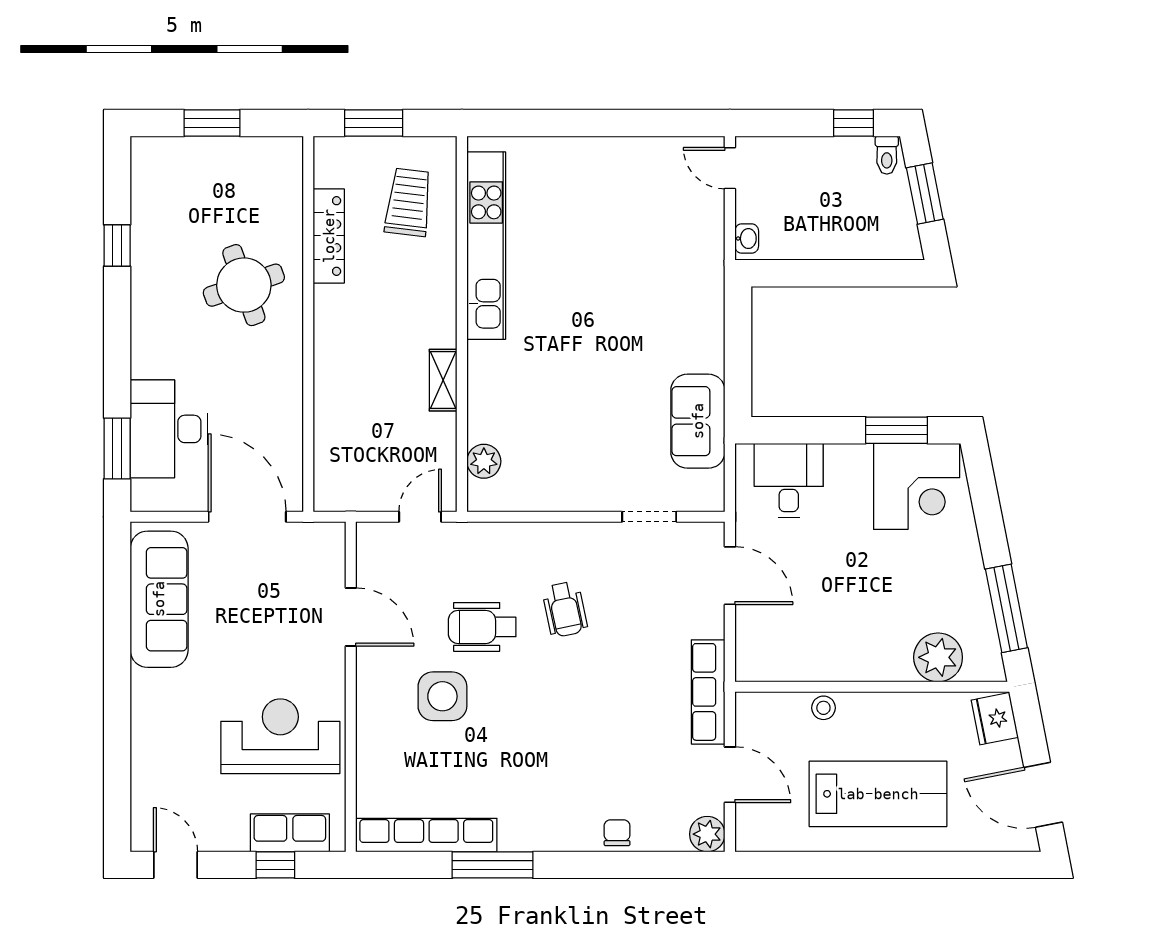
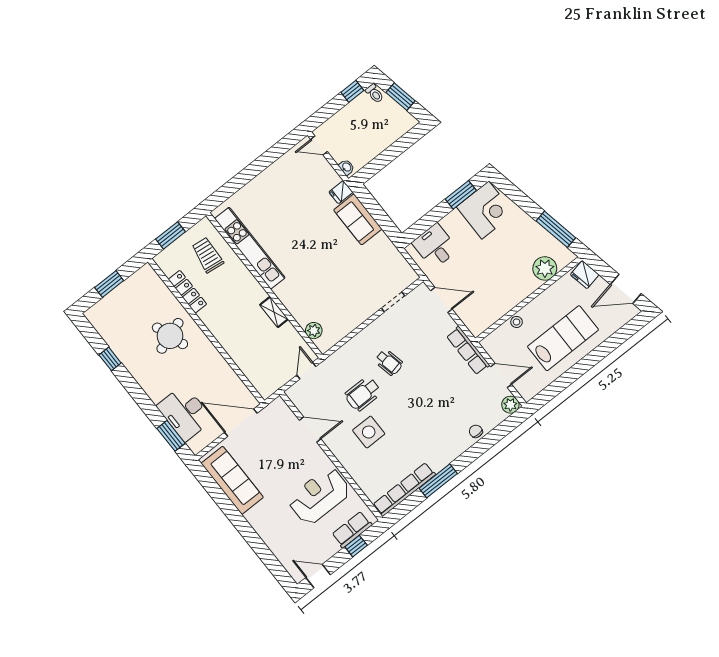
fridge: (706, 272) -> (341, 192), added
sofa: (698, 421) -> (358, 219), moved

